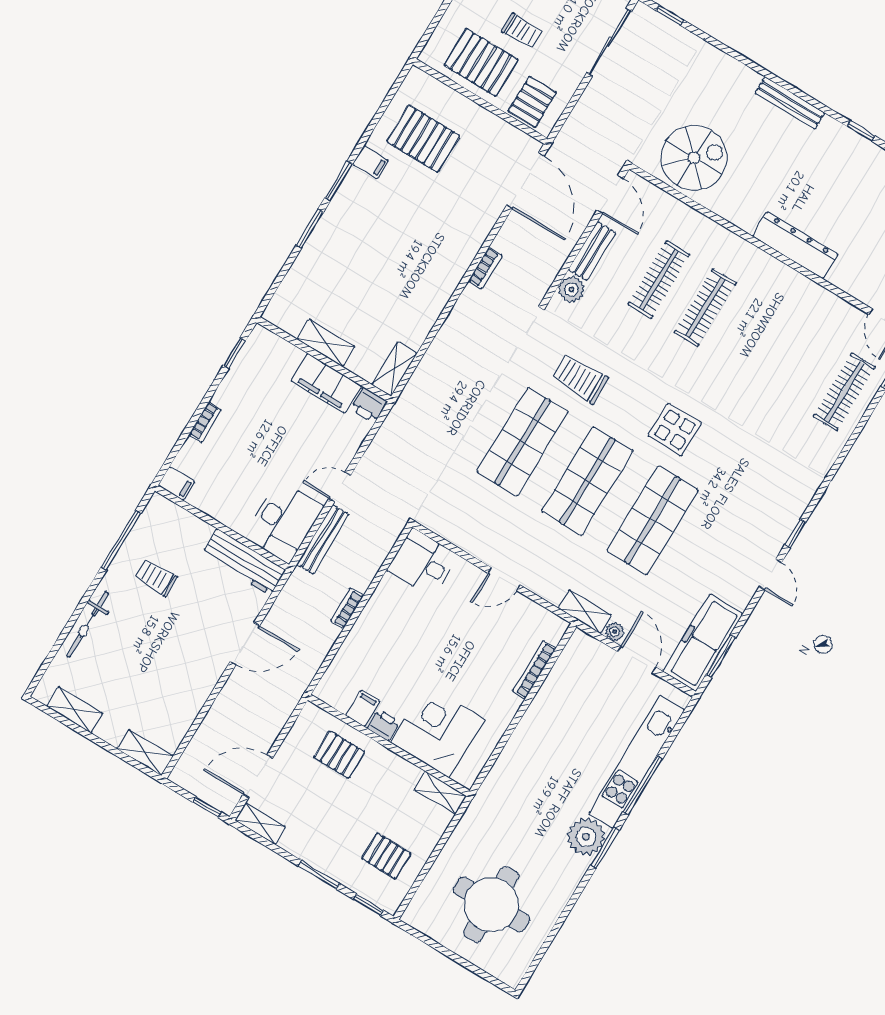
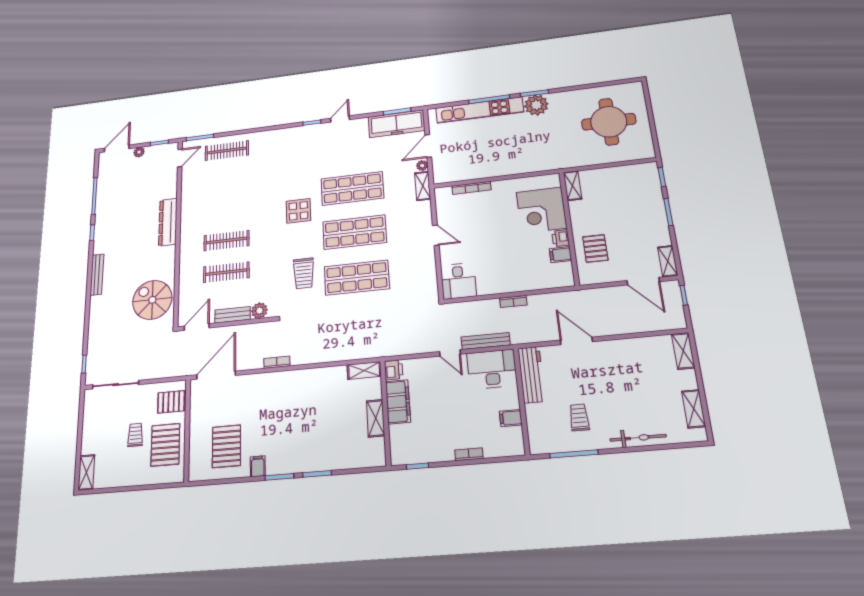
filing cabinet: (176, 484) -> (511, 418), moved, turned -90
trolley: (156, 578) -> (579, 417), turned 180
pallet: (386, 856) -> (628, 187), removed

